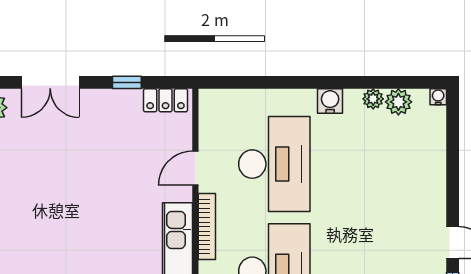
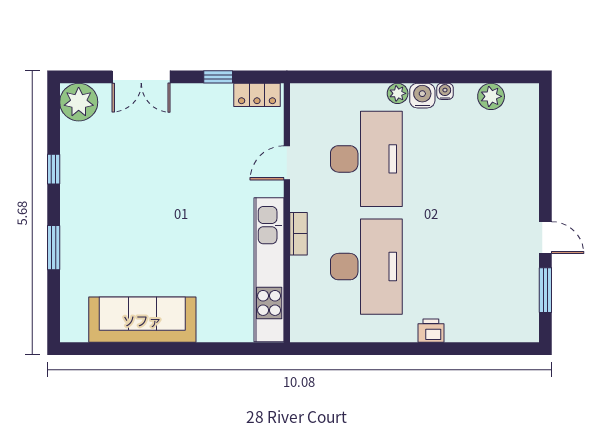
water cooler: (438, 97) -> (445, 91), moved
plant: (373, 99) -> (398, 93), moved
bookcase: (207, 227) -> (298, 234), width x0.64

